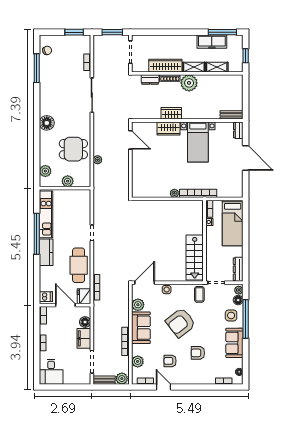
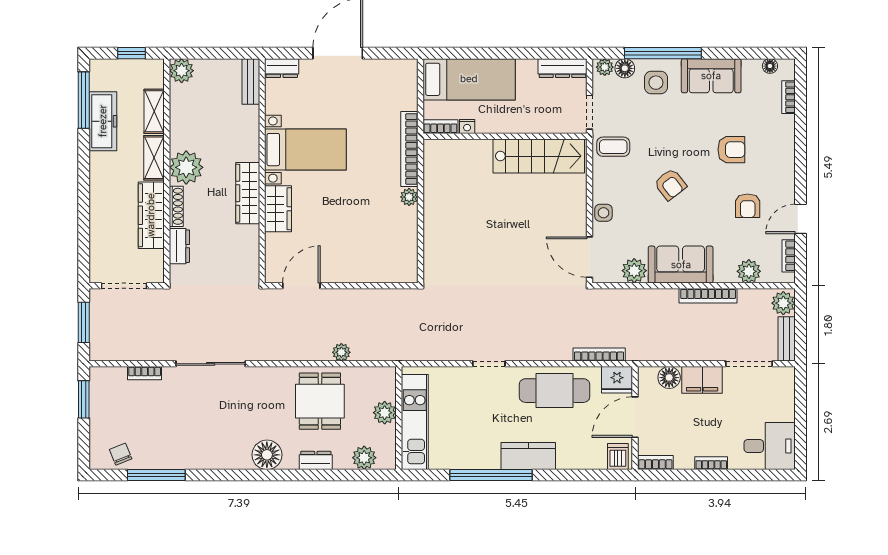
plant: (237, 81) -> (182, 71), added
wardrobe: (171, 113) -> (248, 193), width x1.50
dresser: (44, 147) -> (316, 460), added
kitchen unit: (46, 214) -> (415, 422), moved, turned 90
armchair: (181, 323) -> (670, 184), width x0.53, depth x0.53
armchair: (198, 353) -> (731, 150), turned -90

